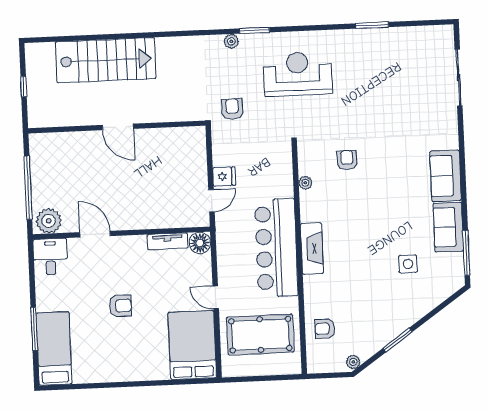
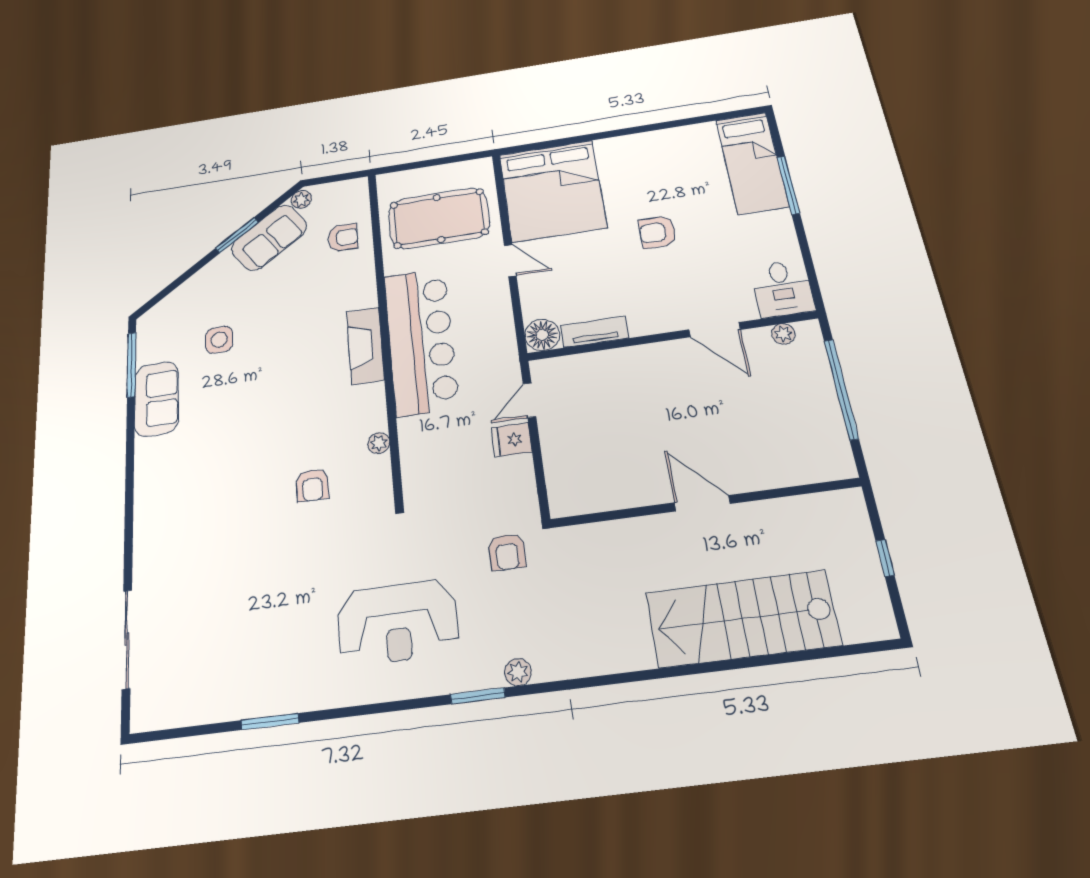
sofa: (446, 176) -> (269, 238), moved, turned 55
plant: (49, 221) -> (783, 334), width x0.53, depth x0.53
bed: (192, 345) -> (552, 191), width x1.36

